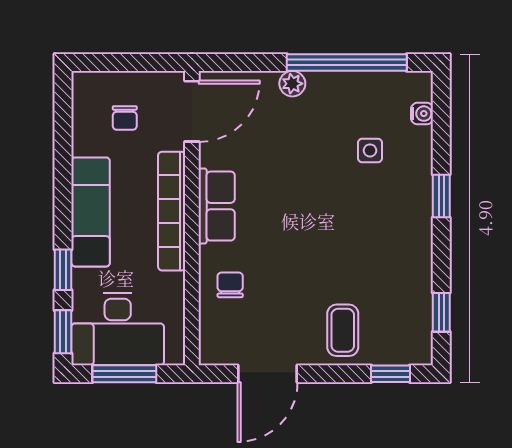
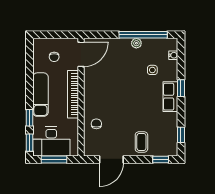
plant: (292, 84) -> (136, 43), moved
row of seats: (217, 206) -> (170, 97), moved, turned 180

